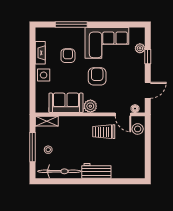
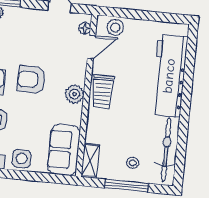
sofa: (66, 103) -> (64, 150), moved
trolley: (104, 132) -> (102, 92), moved
workbench: (96, 171) -> (169, 76), width x1.88, depth x1.32

